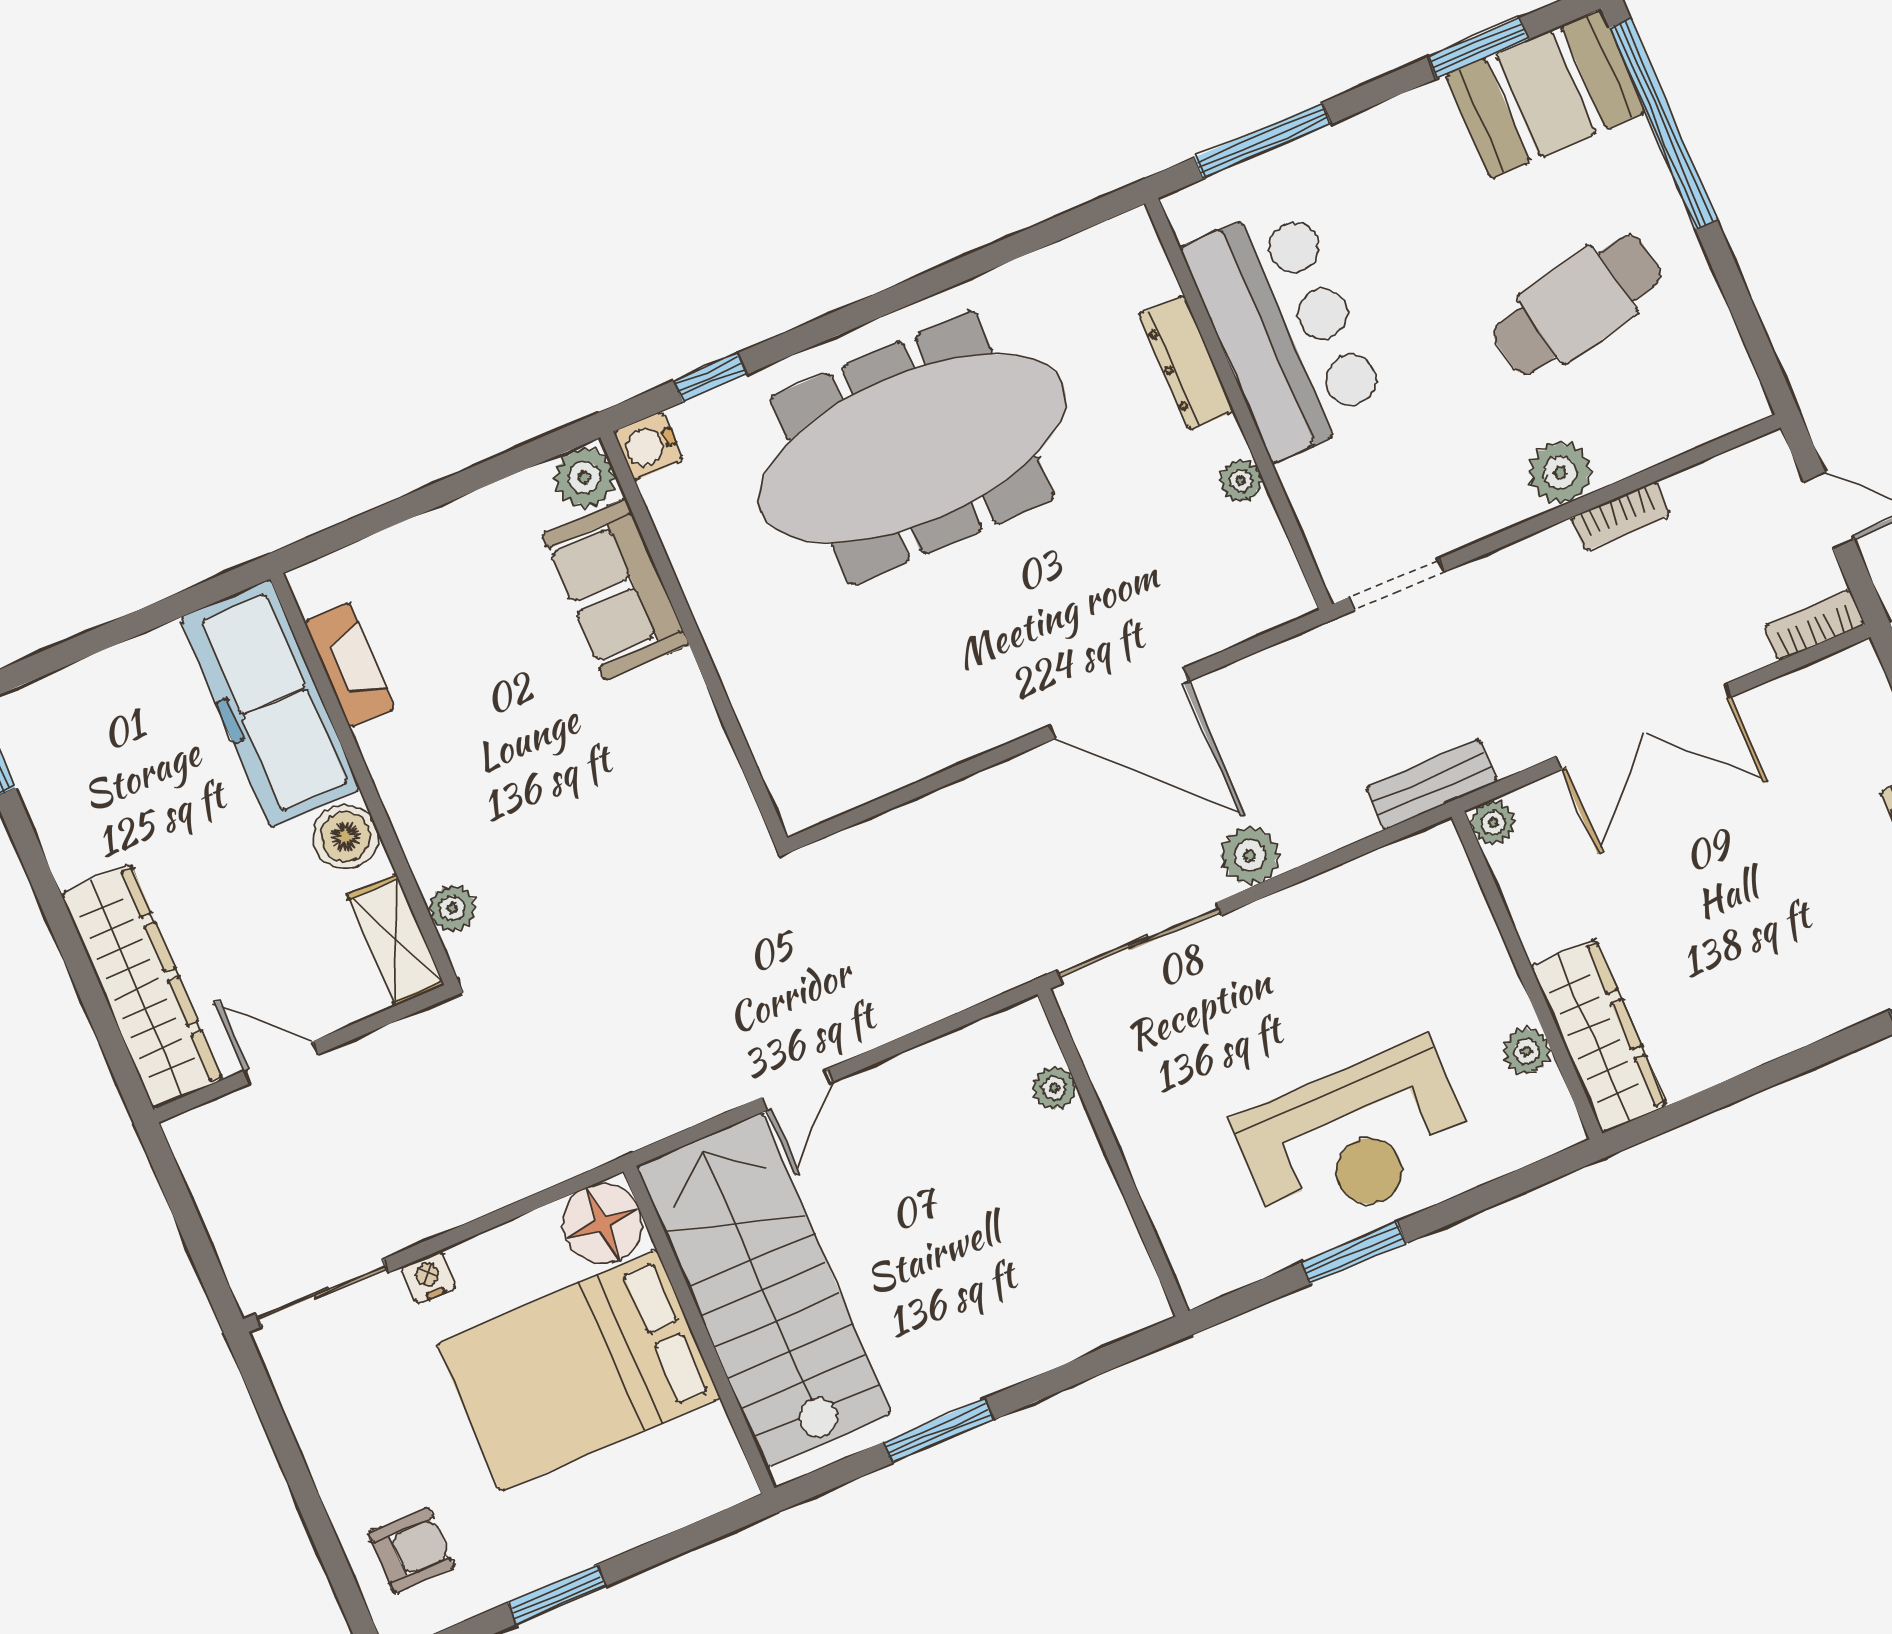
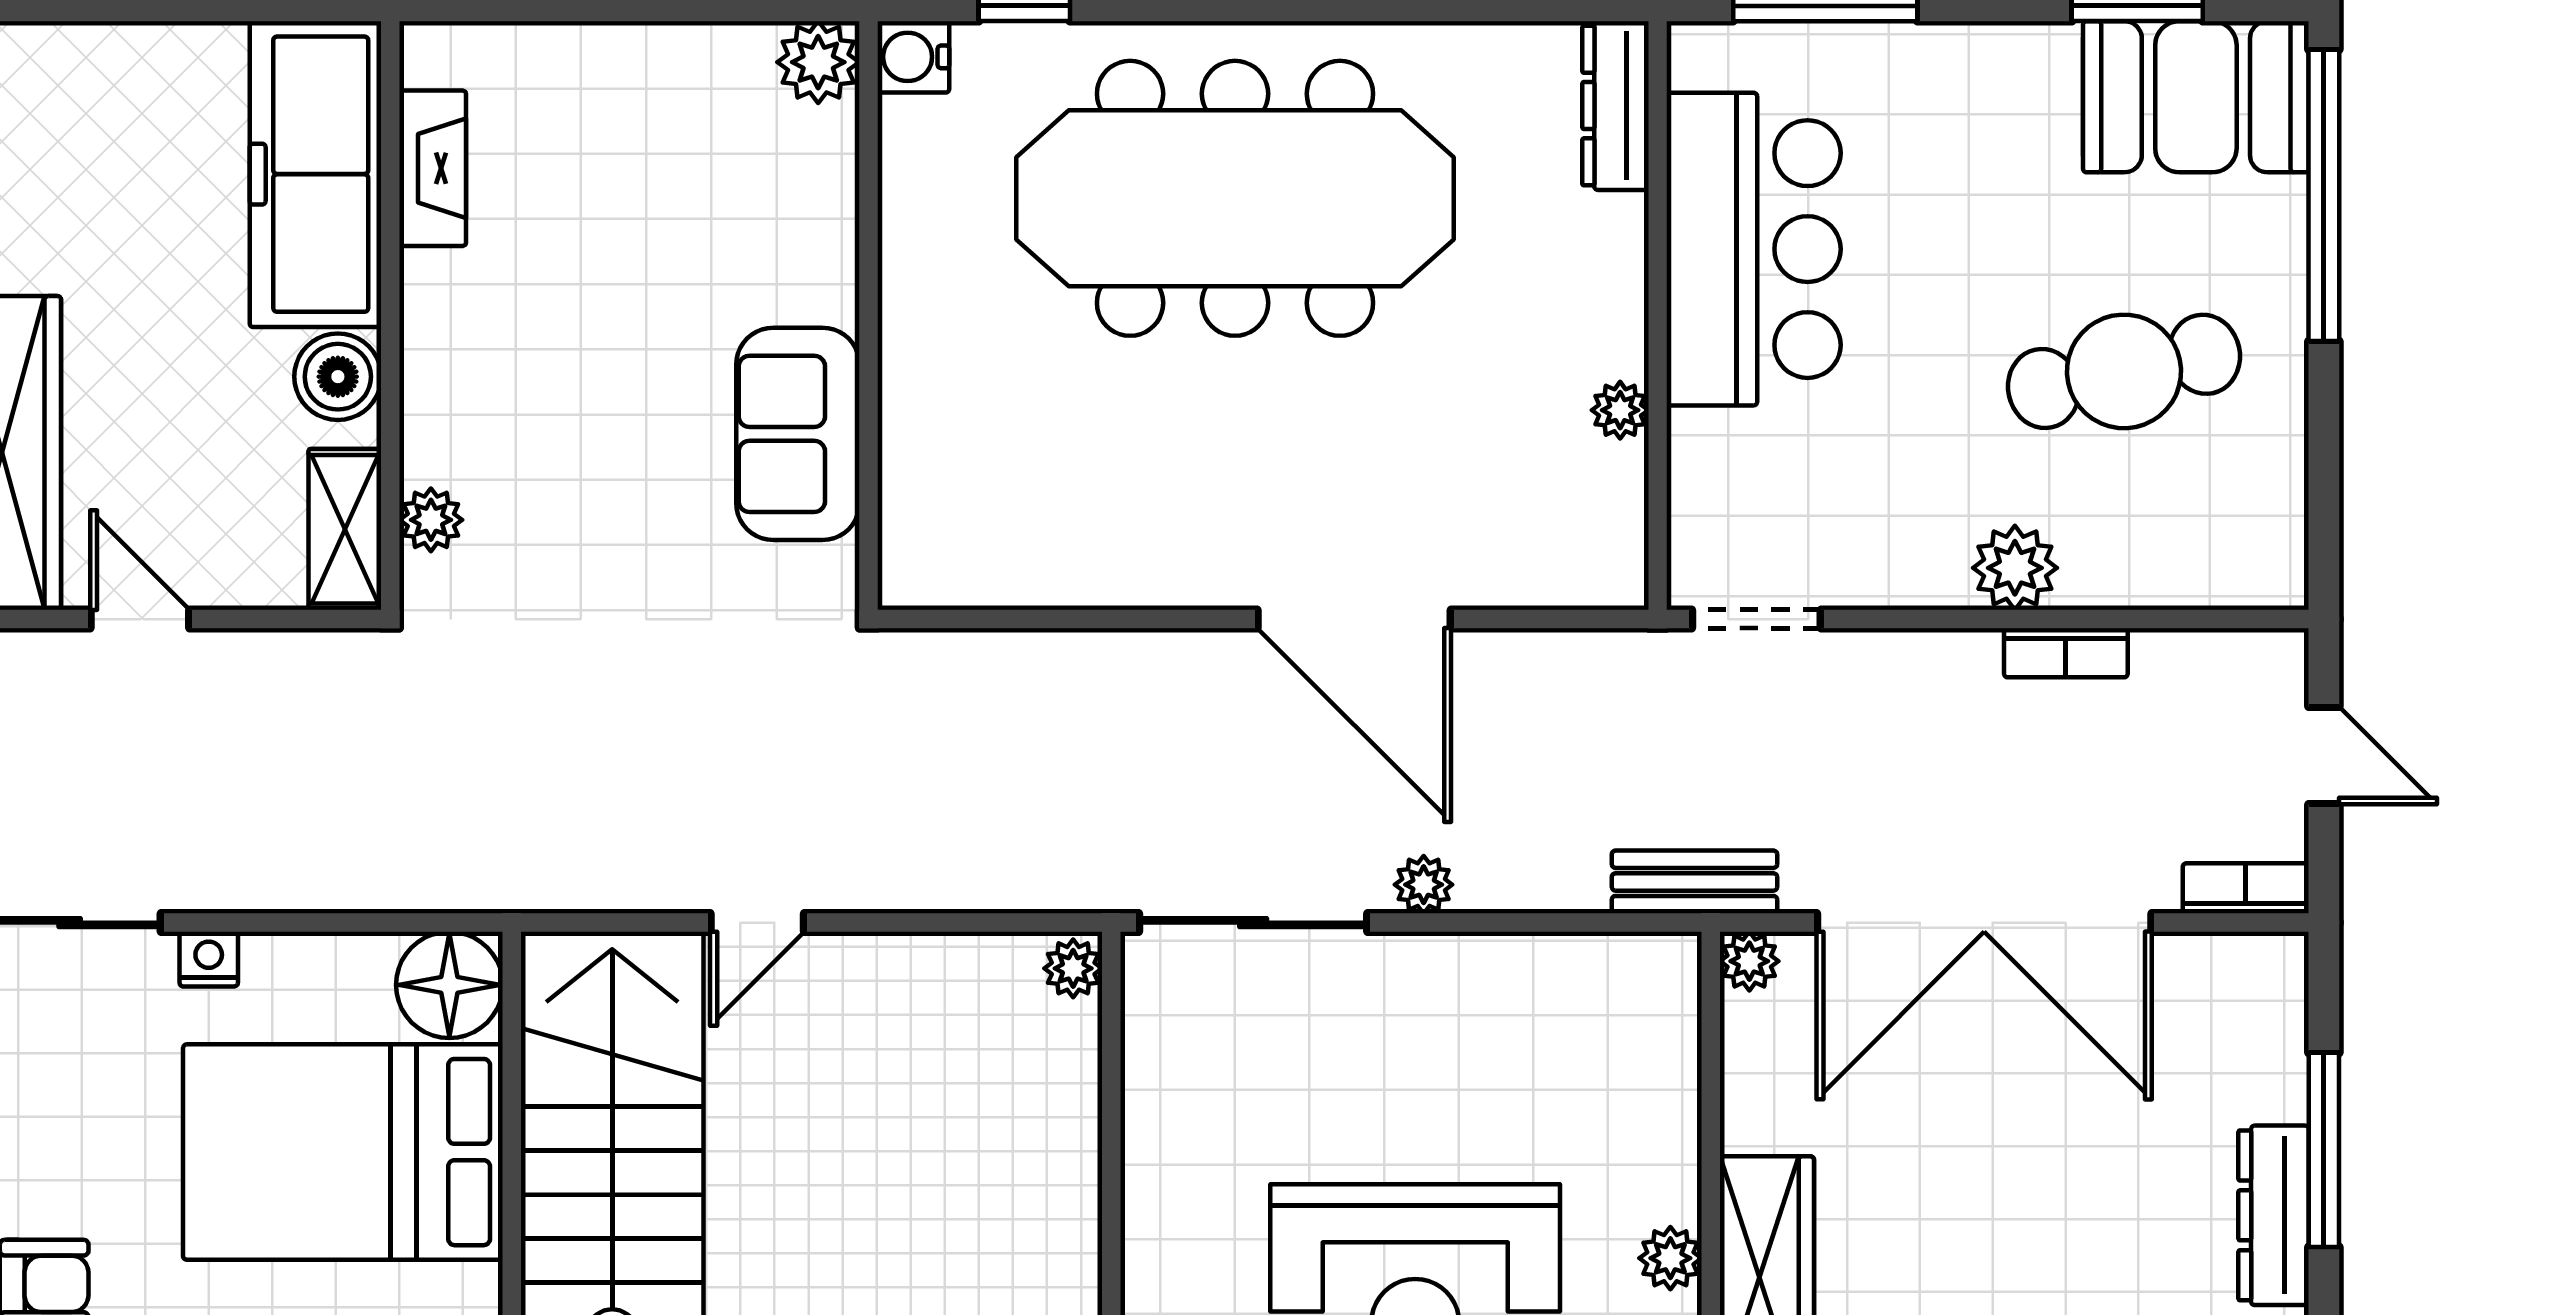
dresser: (1186, 363) -> (1615, 106), moved
sofa: (615, 589) -> (798, 434), moved
double door: (1644, 727) -> (1984, 923), width x1.36
plant: (1250, 856) -> (1424, 885), width x0.73, depth x0.73
plant: (1054, 1088) -> (1073, 968), moved

